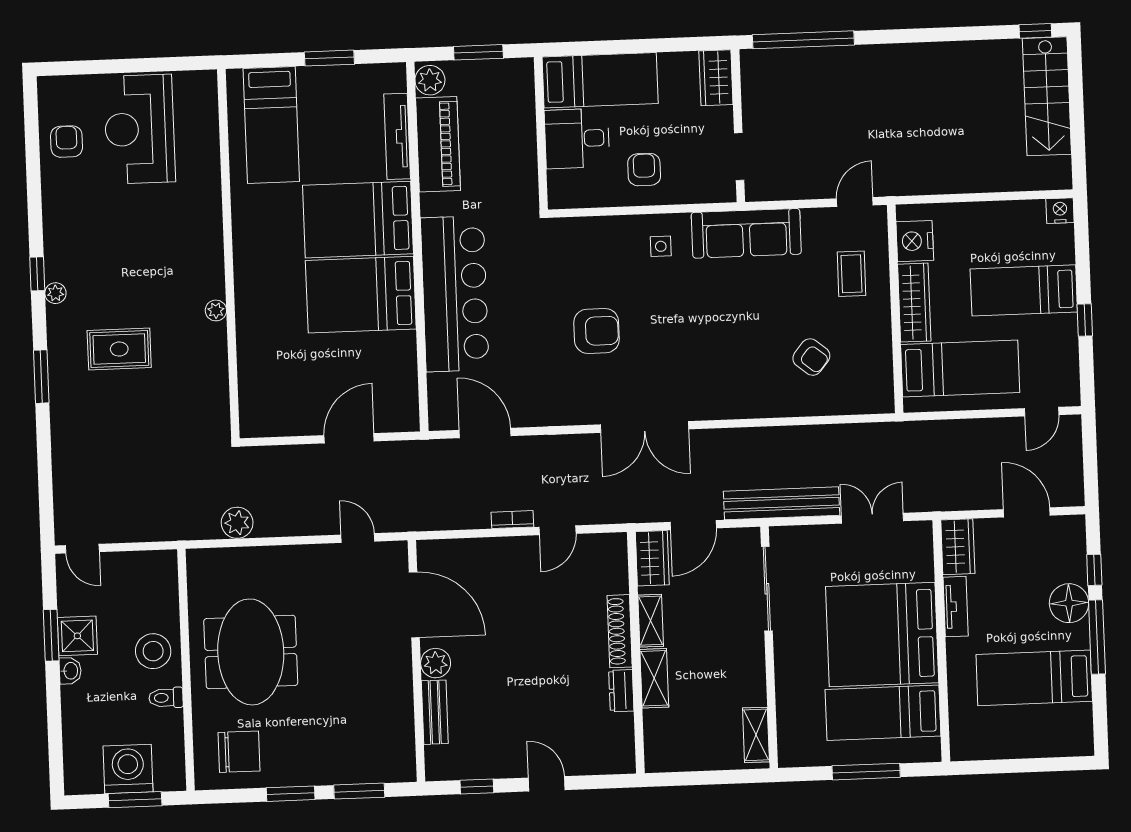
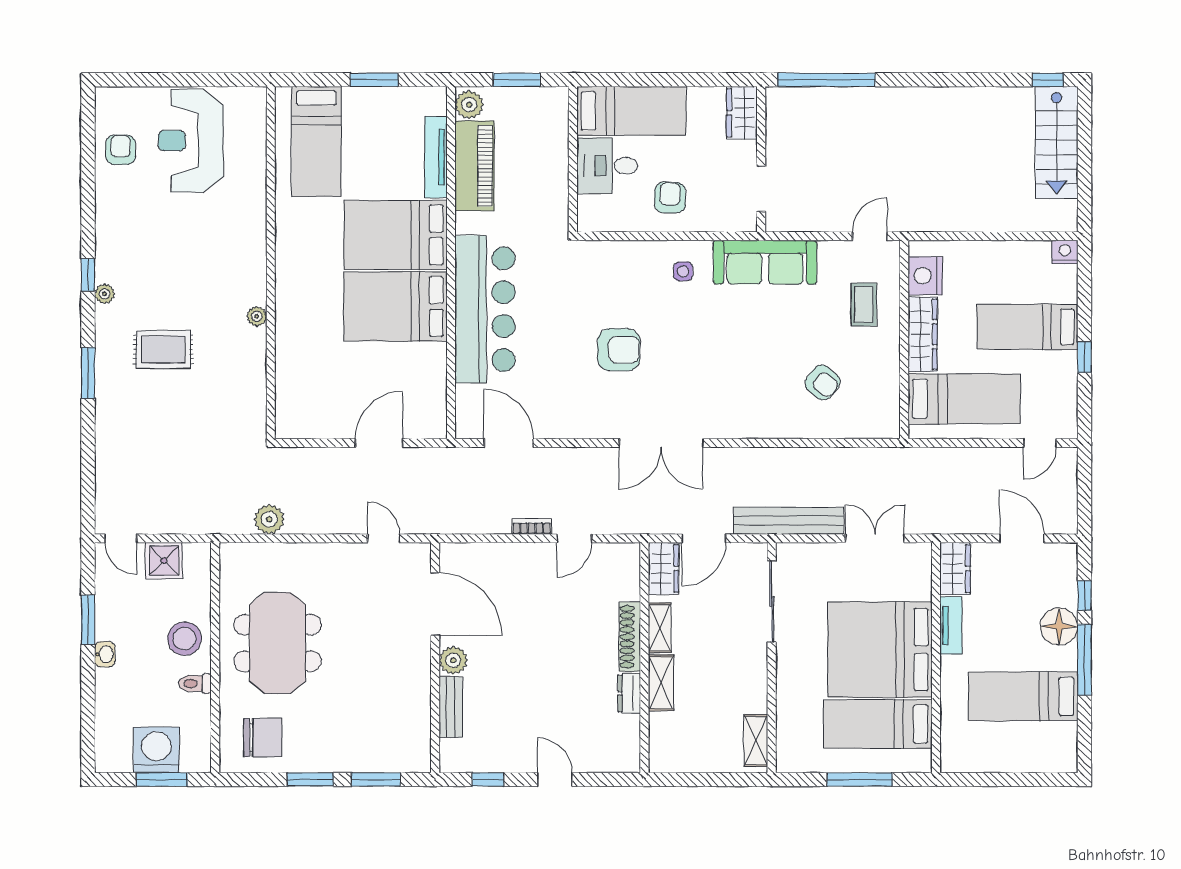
shower: (77, 636) -> (164, 561), moved

